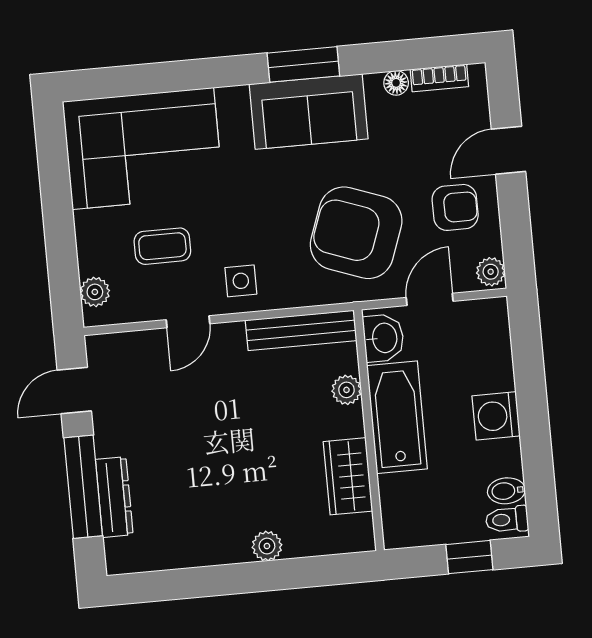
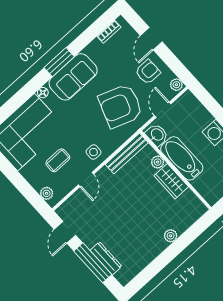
floor lamp: (396, 83) -> (43, 93), moved
wardrobe: (348, 476) -> (171, 181), moved

